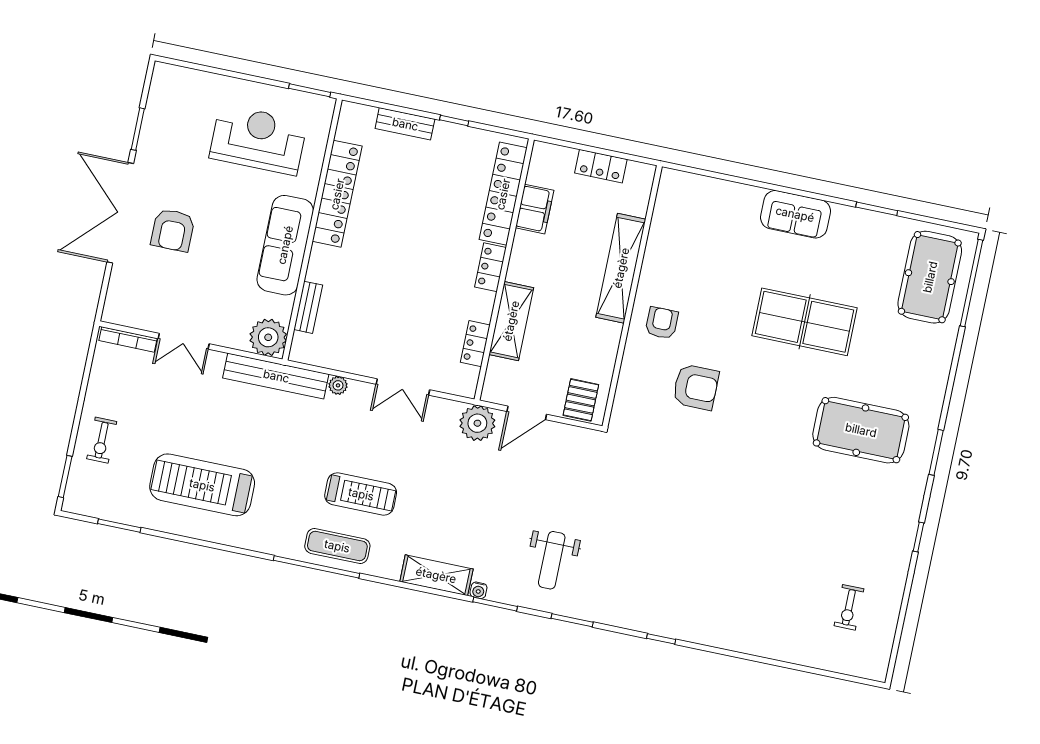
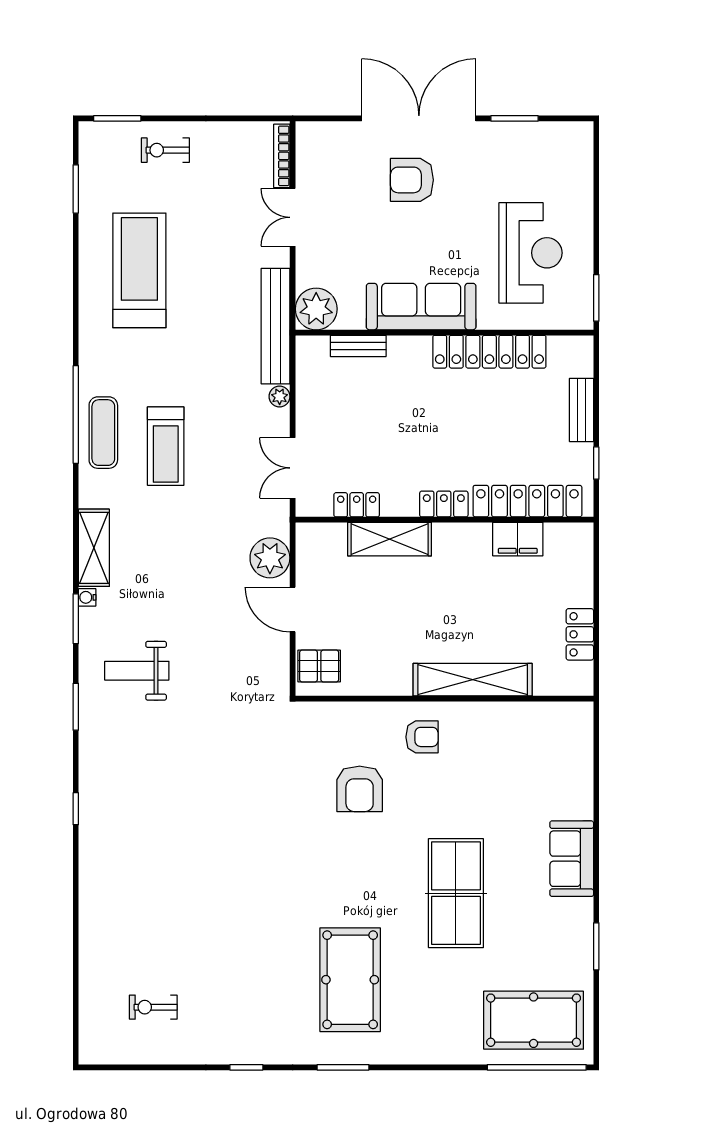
locker: (503, 194) -> (527, 501), moved
filing cabinet: (535, 209) -> (518, 539), moved
locker: (490, 267) -> (444, 504), moved
wall: (504, 270) -> (444, 520), moved
shelving: (511, 321) -> (390, 539), moved
locker: (475, 344) -> (357, 505), moved

